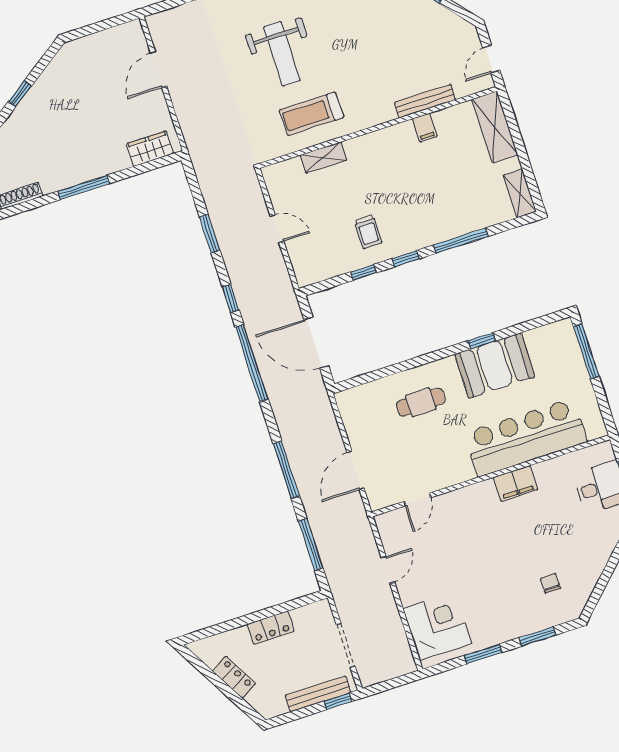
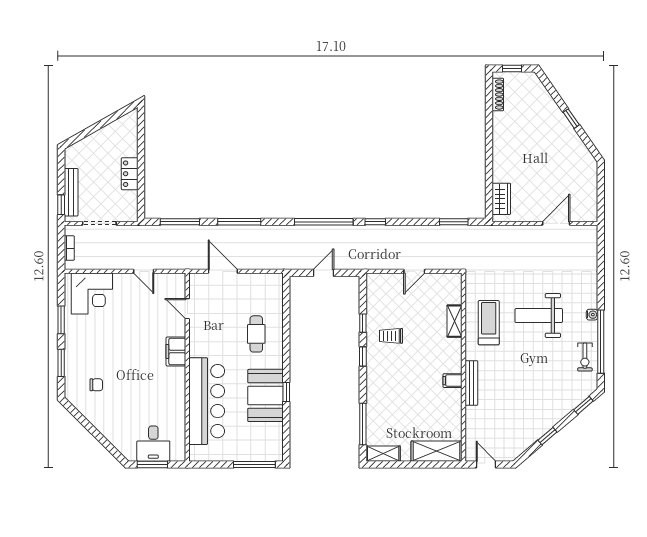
door: (159, 69) -> (556, 223), hinge flipped
bench: (425, 101) -> (471, 383), moved
filing cabinet: (425, 128) -> (453, 381), moved
window: (84, 187) -> (489, 142), removed
window: (210, 234) -> (454, 222), moved
window: (461, 241) -> (363, 424), moved
door: (316, 343) -> (323, 273), width x0.53
filing cabinet: (516, 483) -> (176, 351), moved
bookcase: (389, 673) -> (69, 248), added
locker: (234, 677) -> (103, 136), removed

